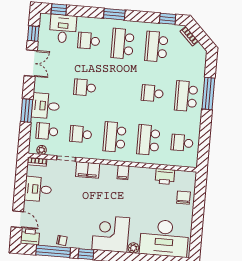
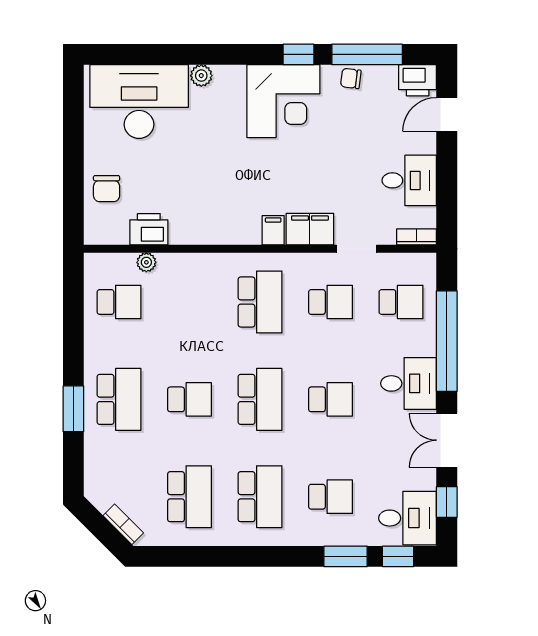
window: (114, 14) -> (346, 556), moved
window: (168, 19) -> (171, 556), removed
desk: (63, 29) -> (408, 518), moved, turned -90
window: (208, 94) -> (73, 409), width x0.69
desk: (46, 106) -> (409, 383), moved
window: (27, 111) -> (447, 341), width x2.11
school desk: (148, 140) -> (260, 399), moved
plant: (42, 150) -> (146, 262), moved
filing cabinet: (123, 172) -> (273, 230), moved
door: (17, 219) -> (447, 114), hinge flipped
corner desk: (111, 234) -> (283, 101), moved

